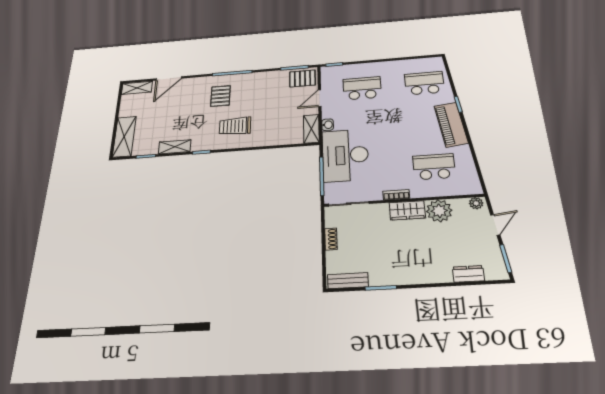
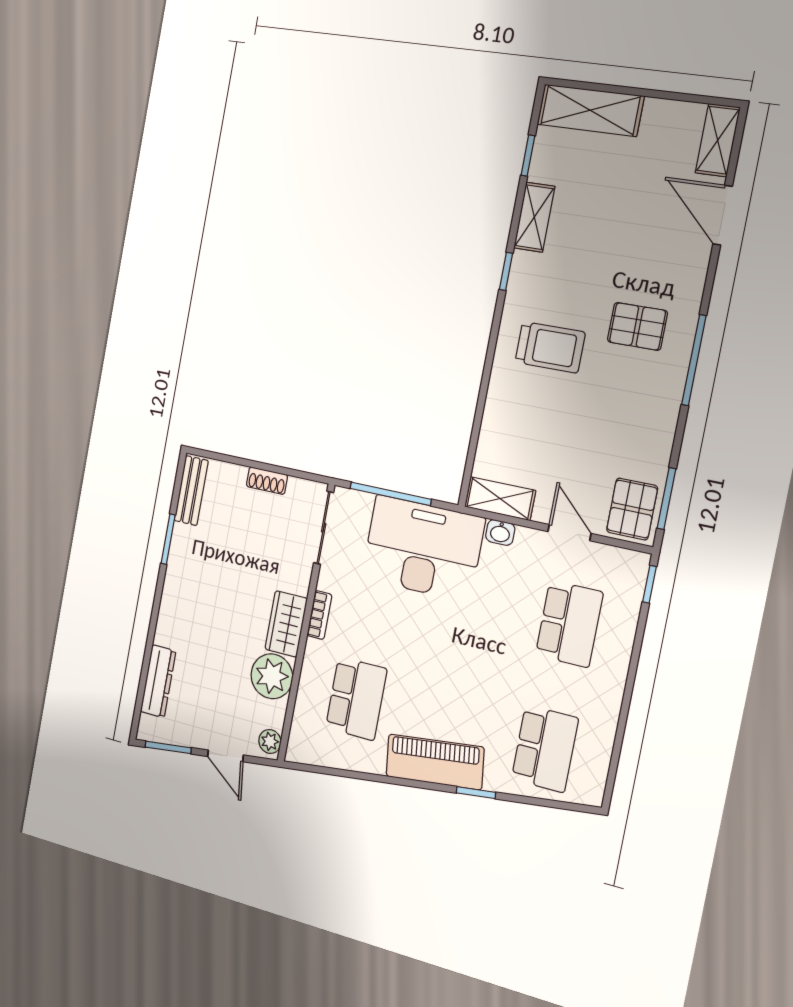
trolley: (235, 126) -> (550, 347), turned 90
dresser: (468, 274) -> (158, 681), width x1.44

